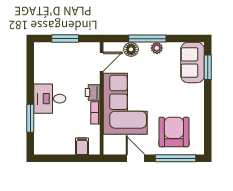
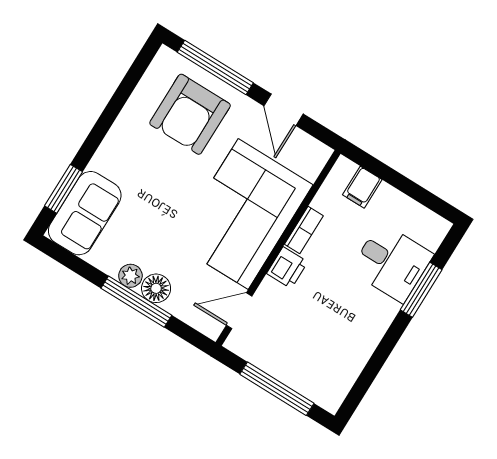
window: (65, 39) -> (277, 389), width x1.44
floor lamp: (131, 49) -> (156, 288), moved
desk: (50, 99) -> (392, 263), moved

